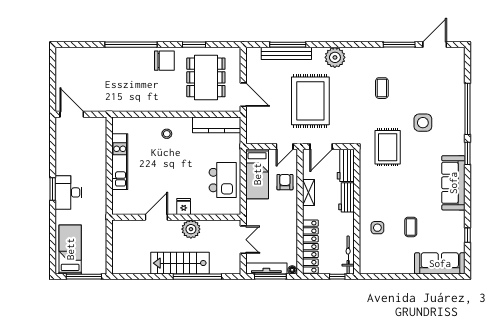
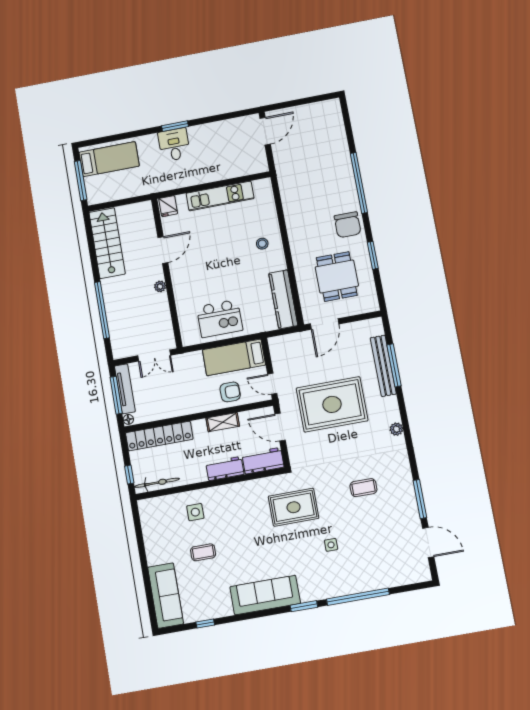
plant: (335, 57) -> (396, 429), width x0.53, depth x0.53
dining table: (206, 77) -> (337, 276), width x0.73
side table: (423, 123) -> (331, 545), width x0.54, depth x0.54
desk: (68, 192) -> (174, 145), width x0.73
fridge: (184, 207) -> (168, 206), moved, turned 90
door: (156, 217) -> (163, 250), hinge flipped
plant: (191, 229) -> (160, 286), width x0.53, depth x0.53
stairs: (180, 263) -> (107, 243), moved

